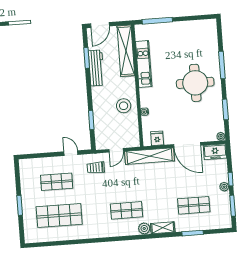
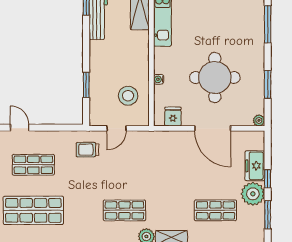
round table: (195, 83) -> (215, 77), moved
stool: (124, 106) -> (128, 96), moved
freezer: (215, 152) -> (255, 166), moved, turned 90
door: (71, 153) -> (20, 128), moved
shelving: (149, 156) -> (161, 140), removed
plant: (224, 187) -> (253, 194), width x1.88, depth x1.88

